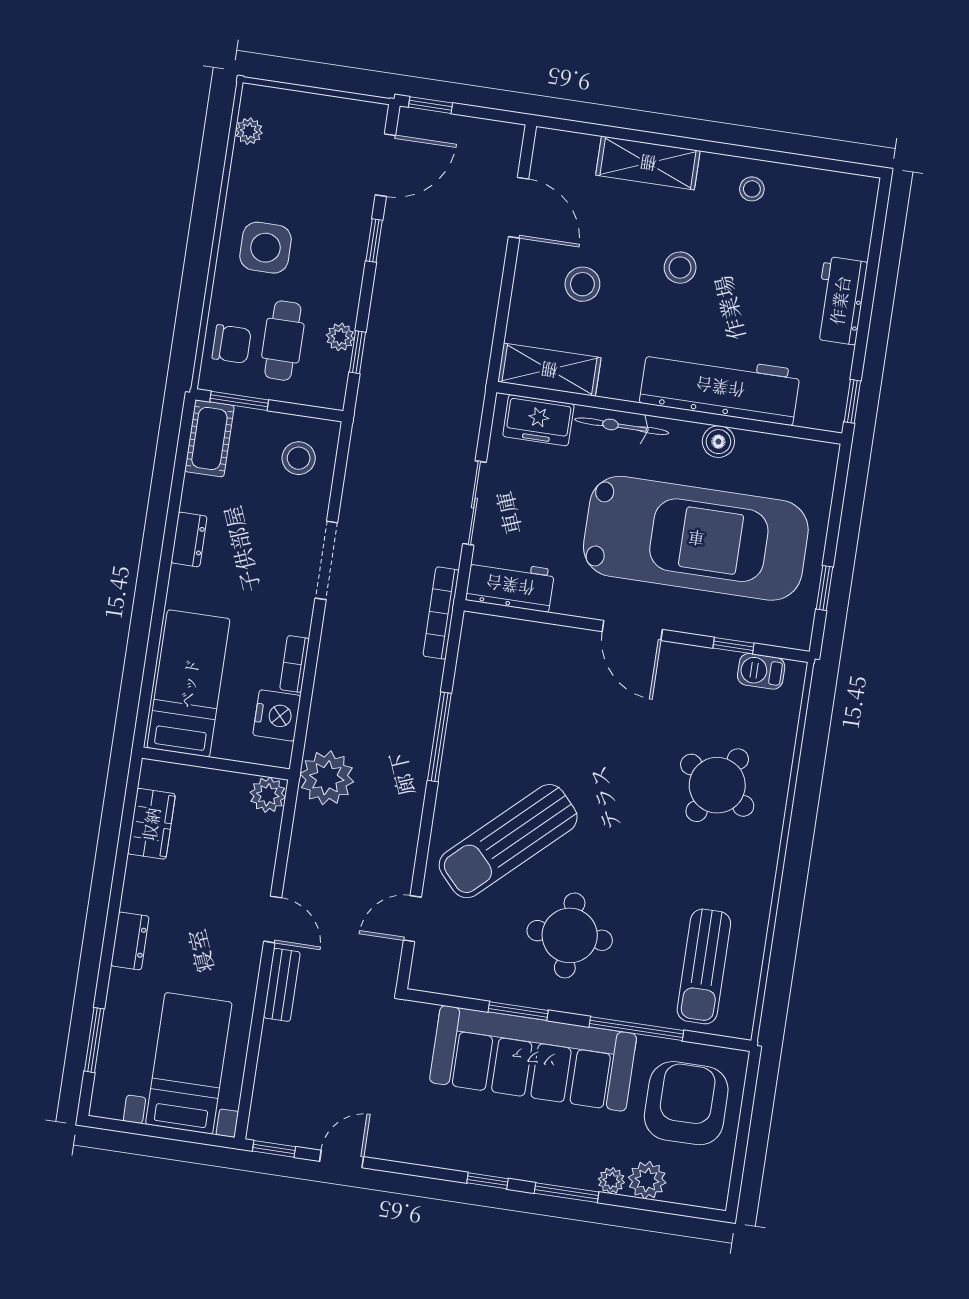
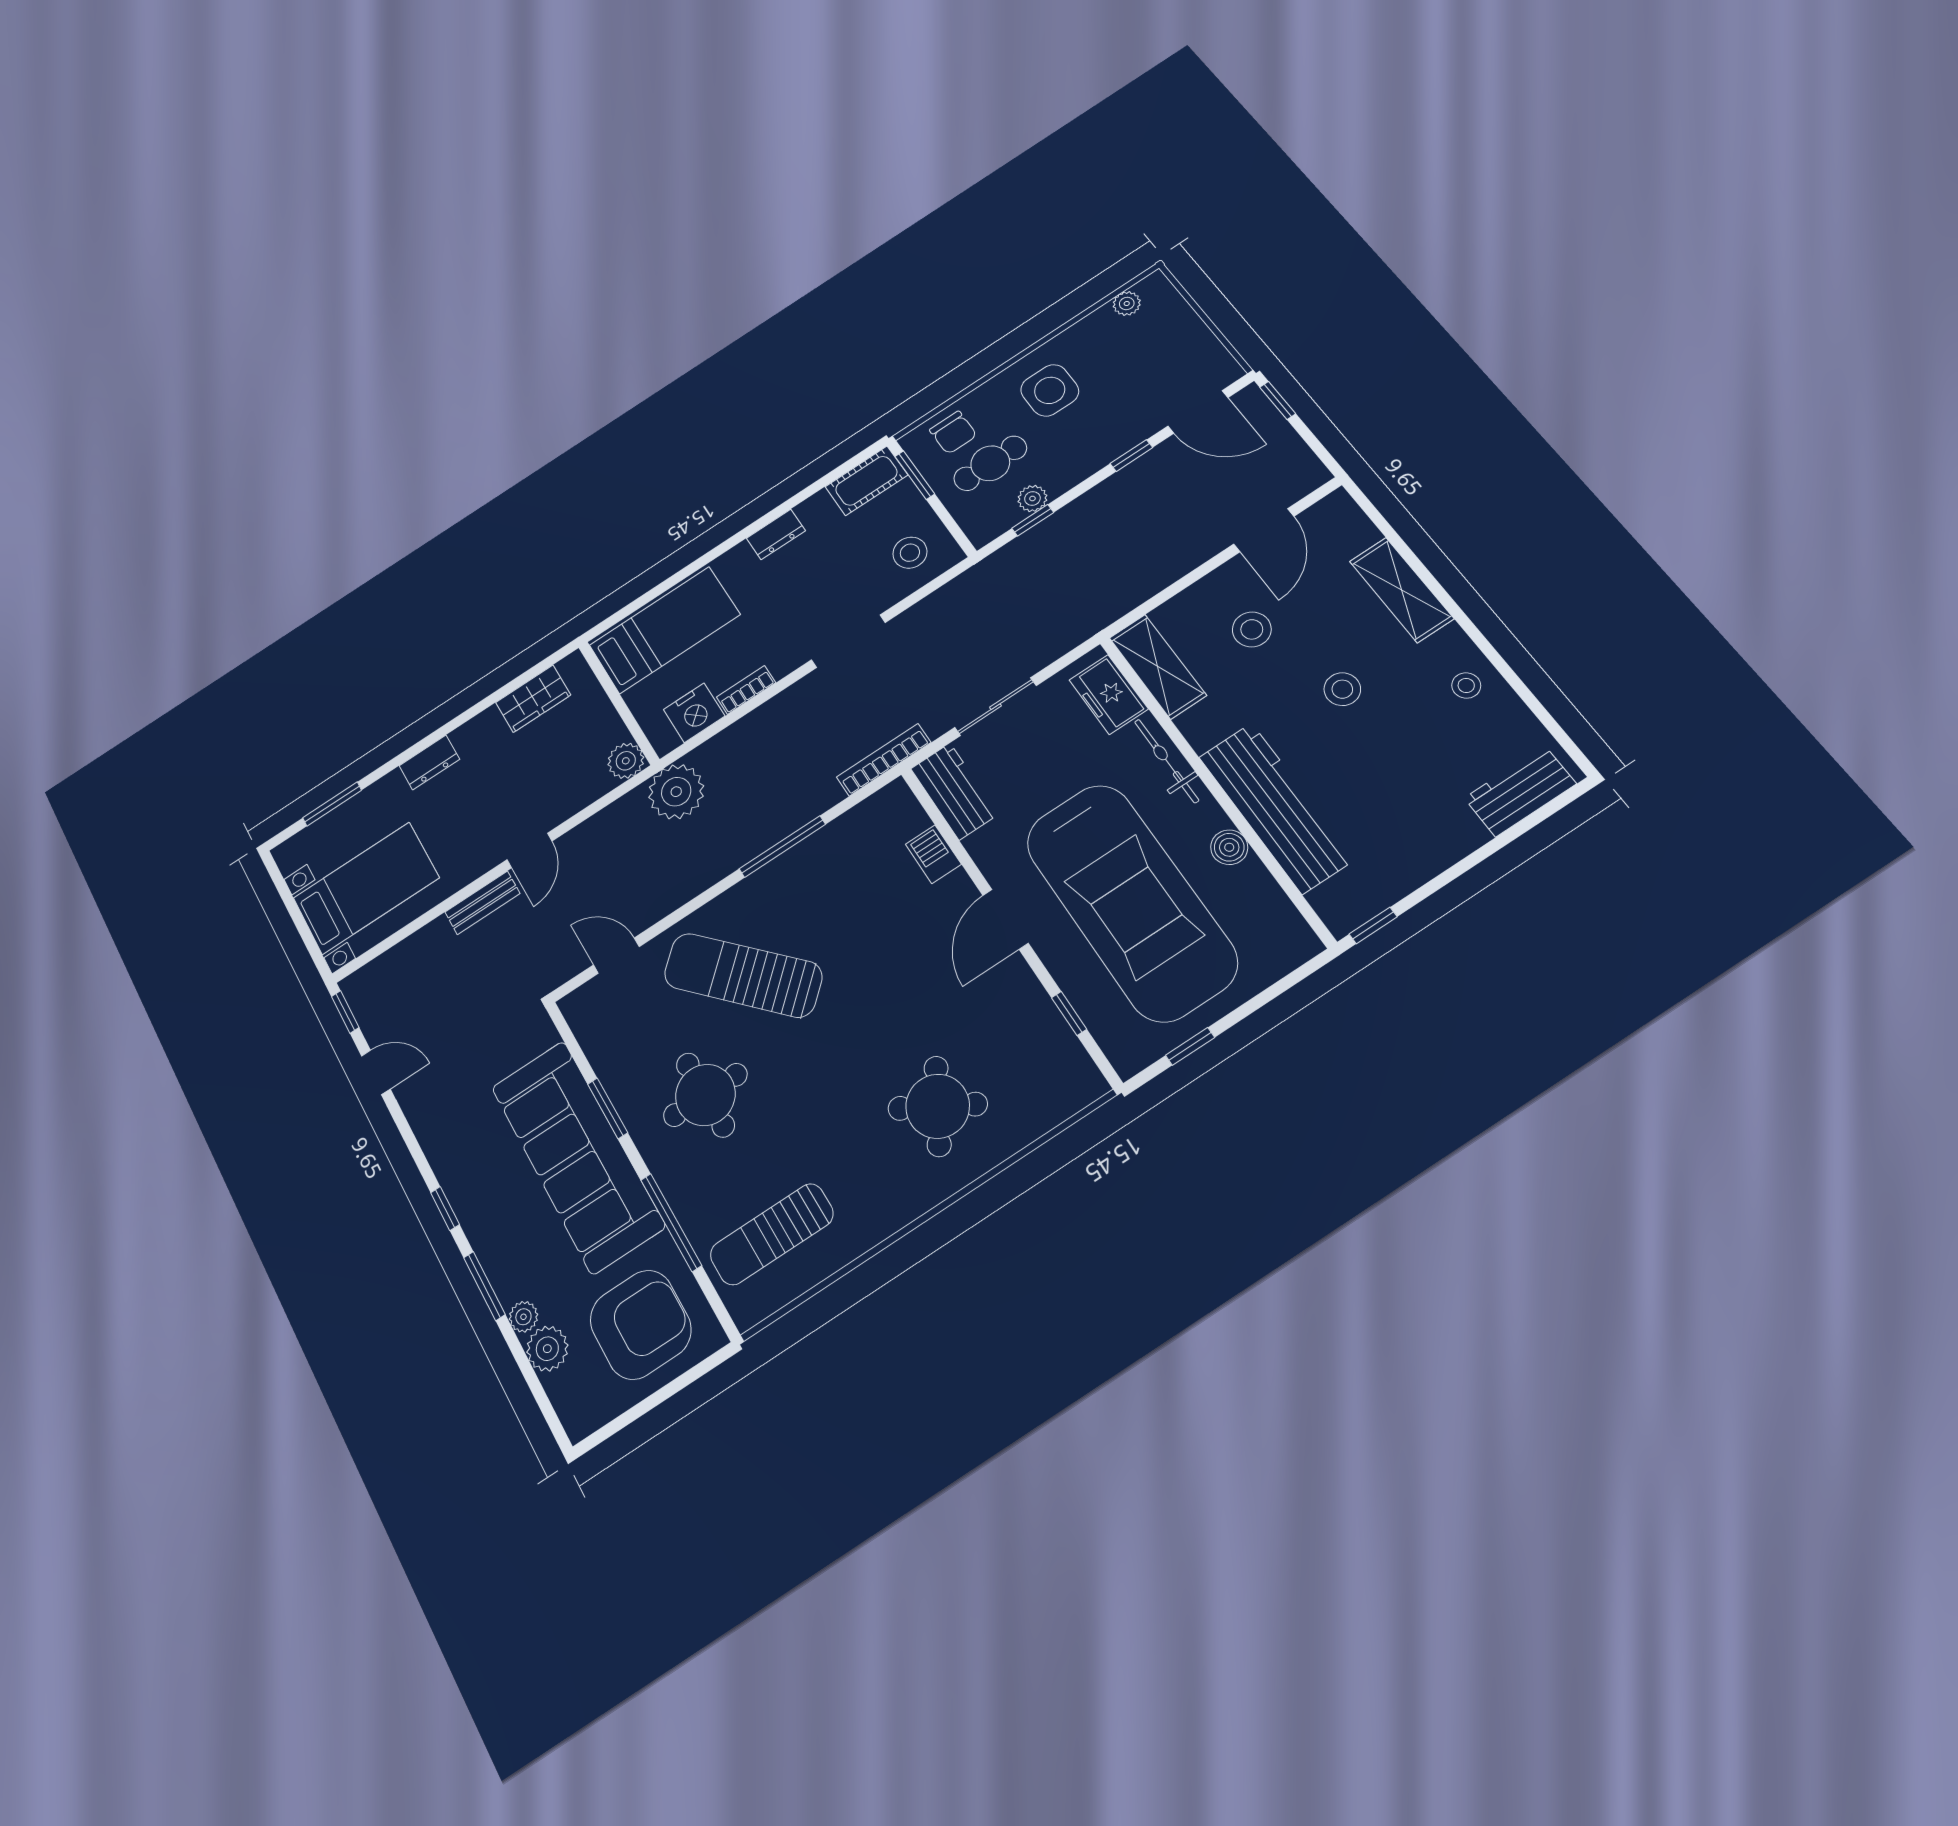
workbench: (840, 300) -> (1520, 791), moved
barbecue: (761, 671) -> (933, 854), moved

